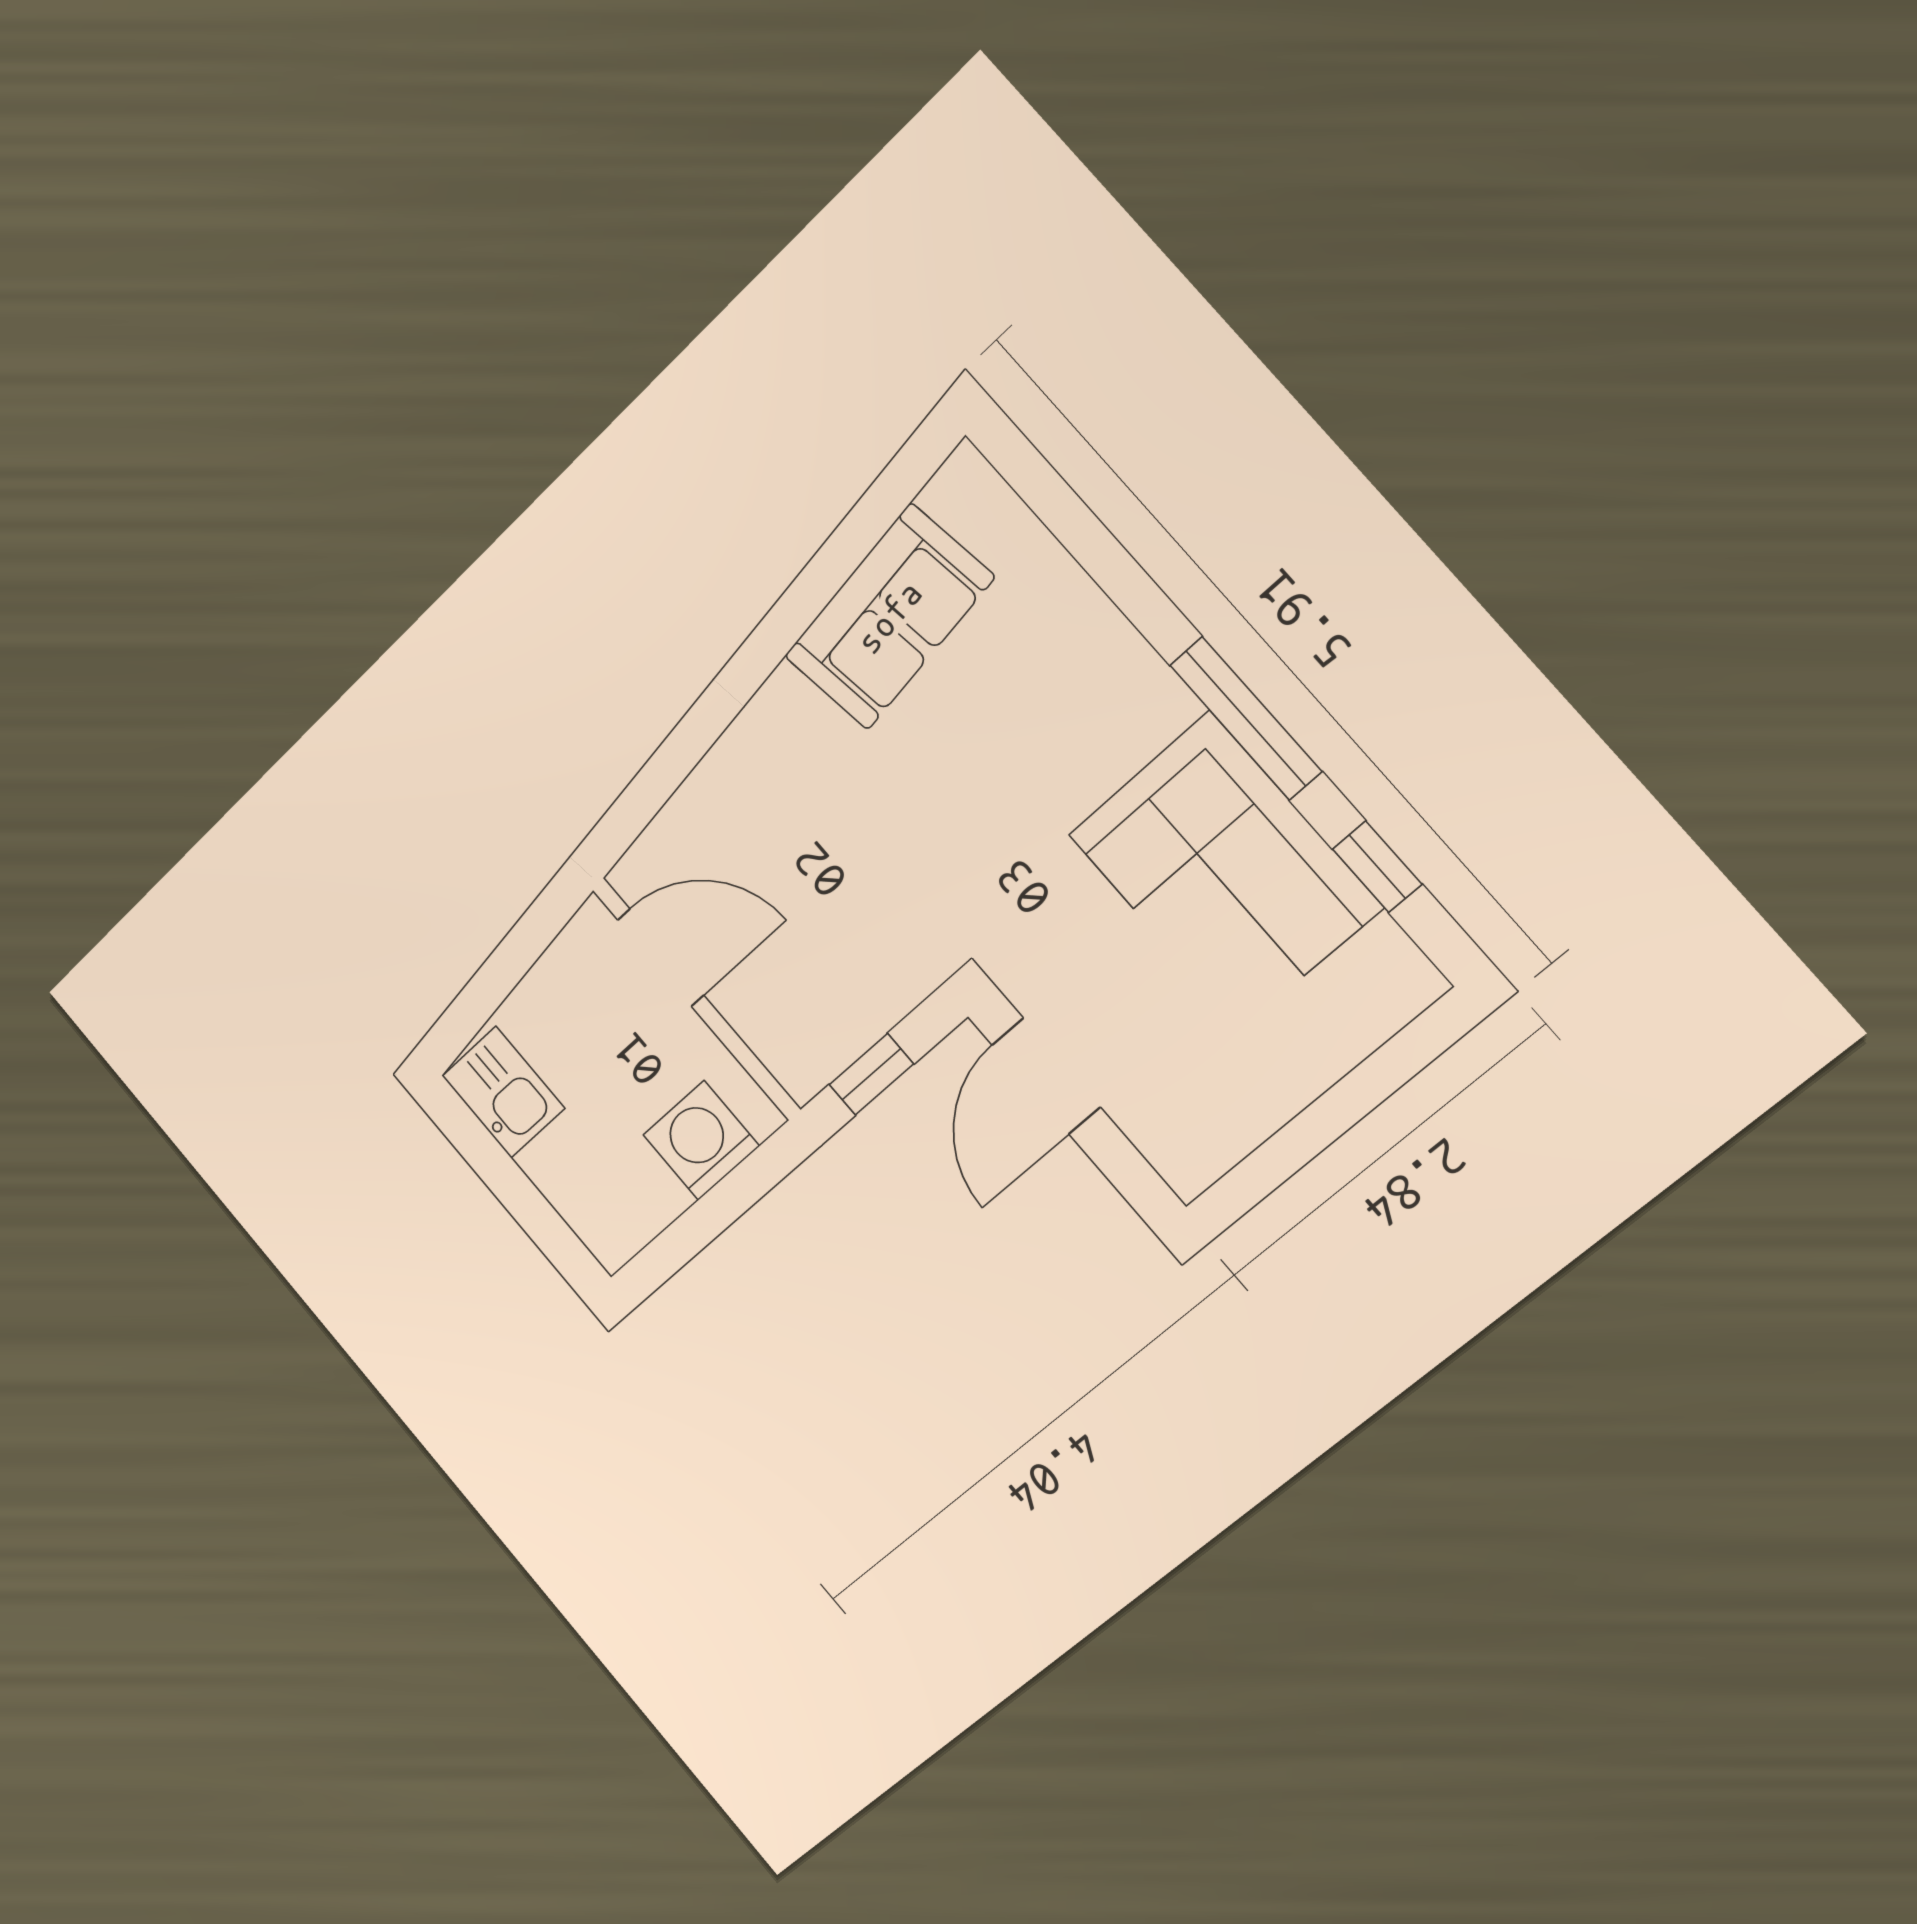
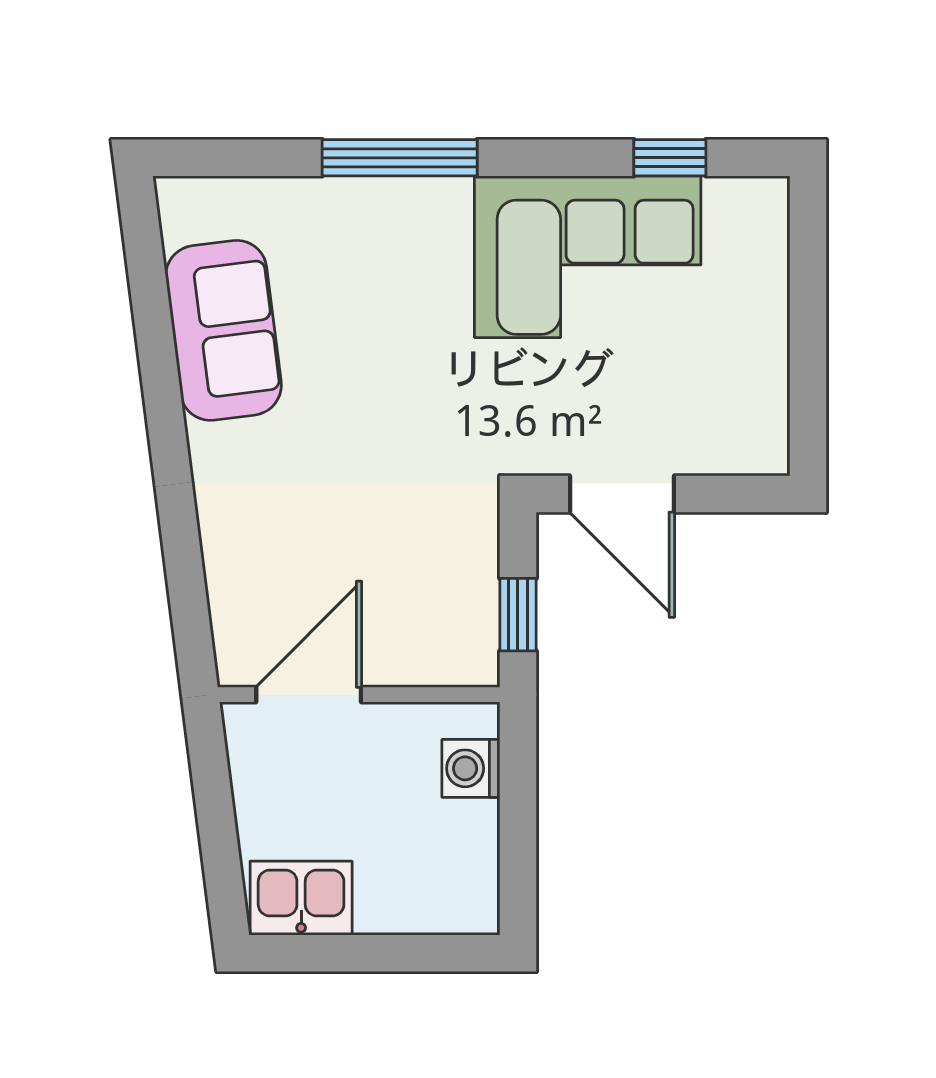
window: (1246, 718) -> (400, 158), moved
washing machine: (701, 1140) -> (471, 768), width x0.73, depth x0.73

